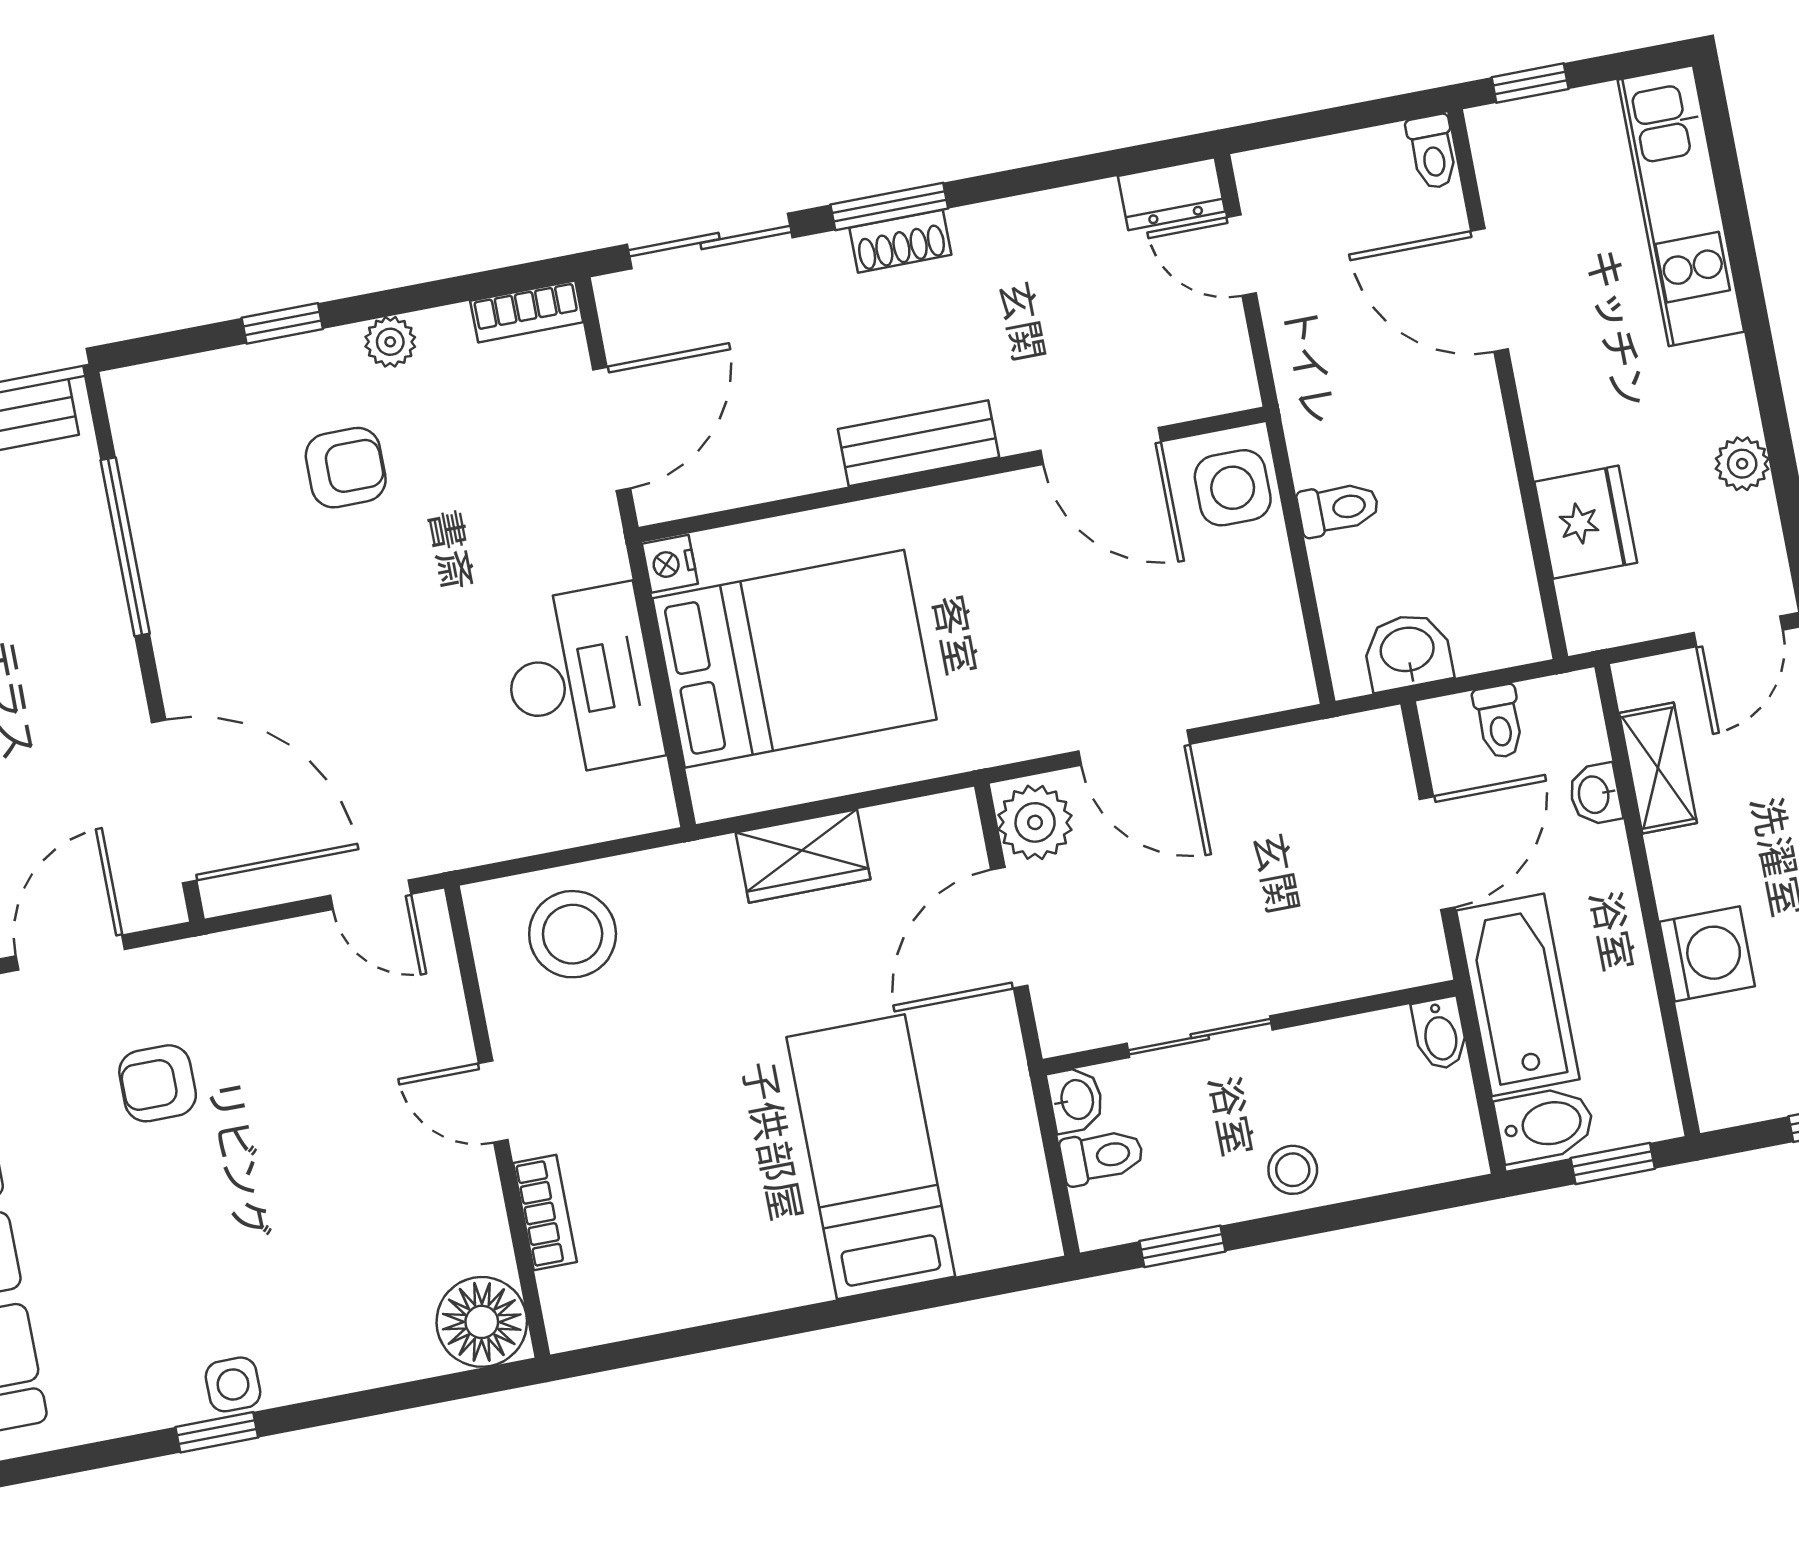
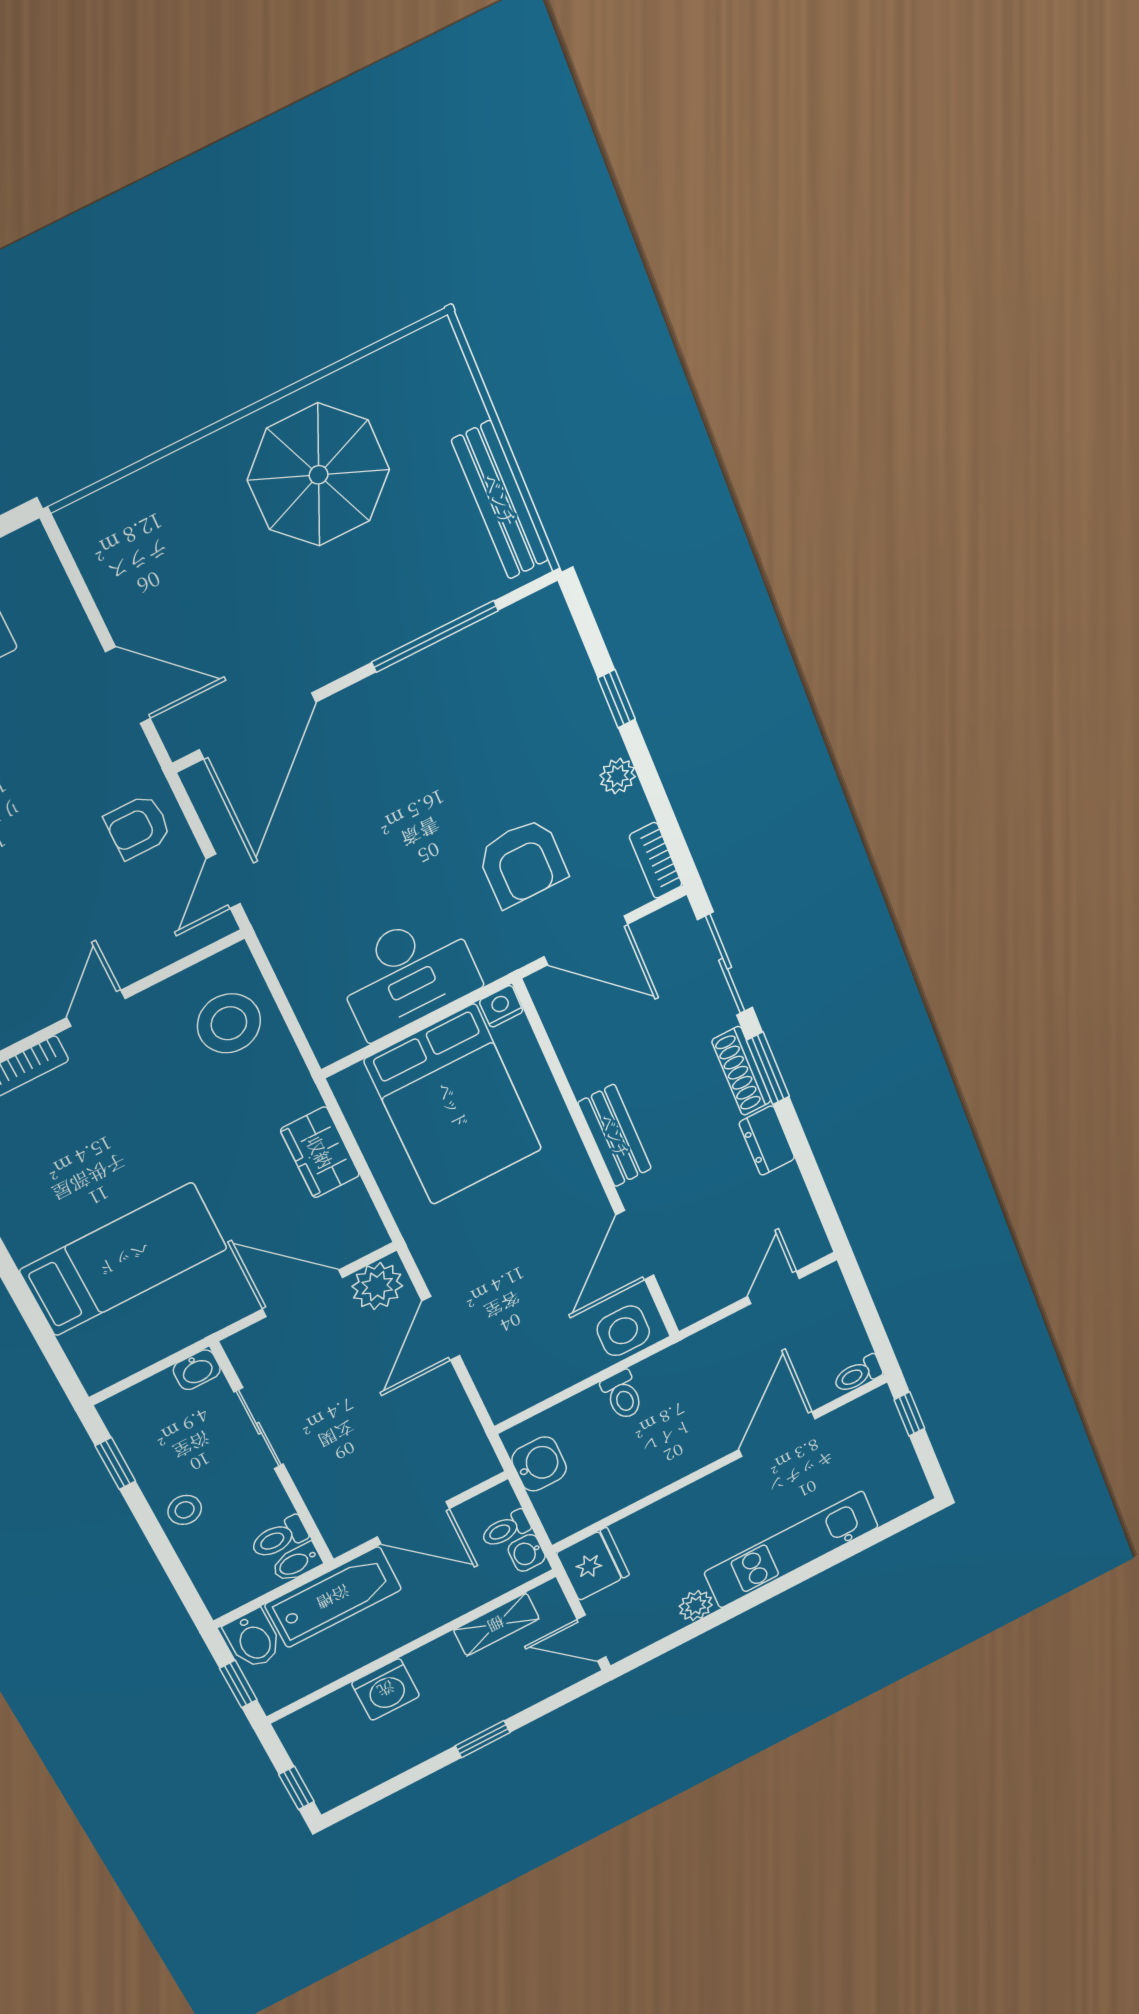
dresser: (1172, 194) -> (767, 1141), moved
kitchen unit: (1681, 206) -> (791, 1549), moved
shoe rack: (900, 241) -> (741, 1071), width x1.43
armchair: (346, 468) -> (522, 862), moved, width x1.38, depth x1.38
fridge: (1586, 522) -> (593, 1564), moved, turned -90
washbasin: (1595, 794) -> (527, 1553), moved, turned -90
armchair: (158, 1083) -> (138, 827), moved, turned -90
toilet: (1102, 1156) -> (279, 1538), moved, turned 90

